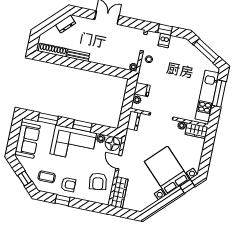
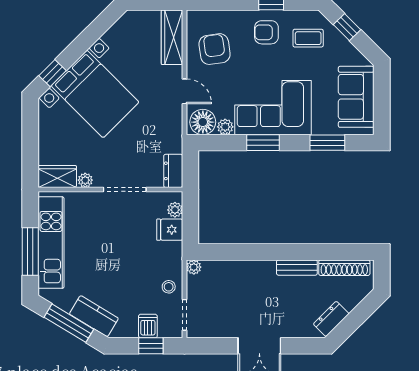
kitchen counter: (192, 52) -> (94, 316), added

